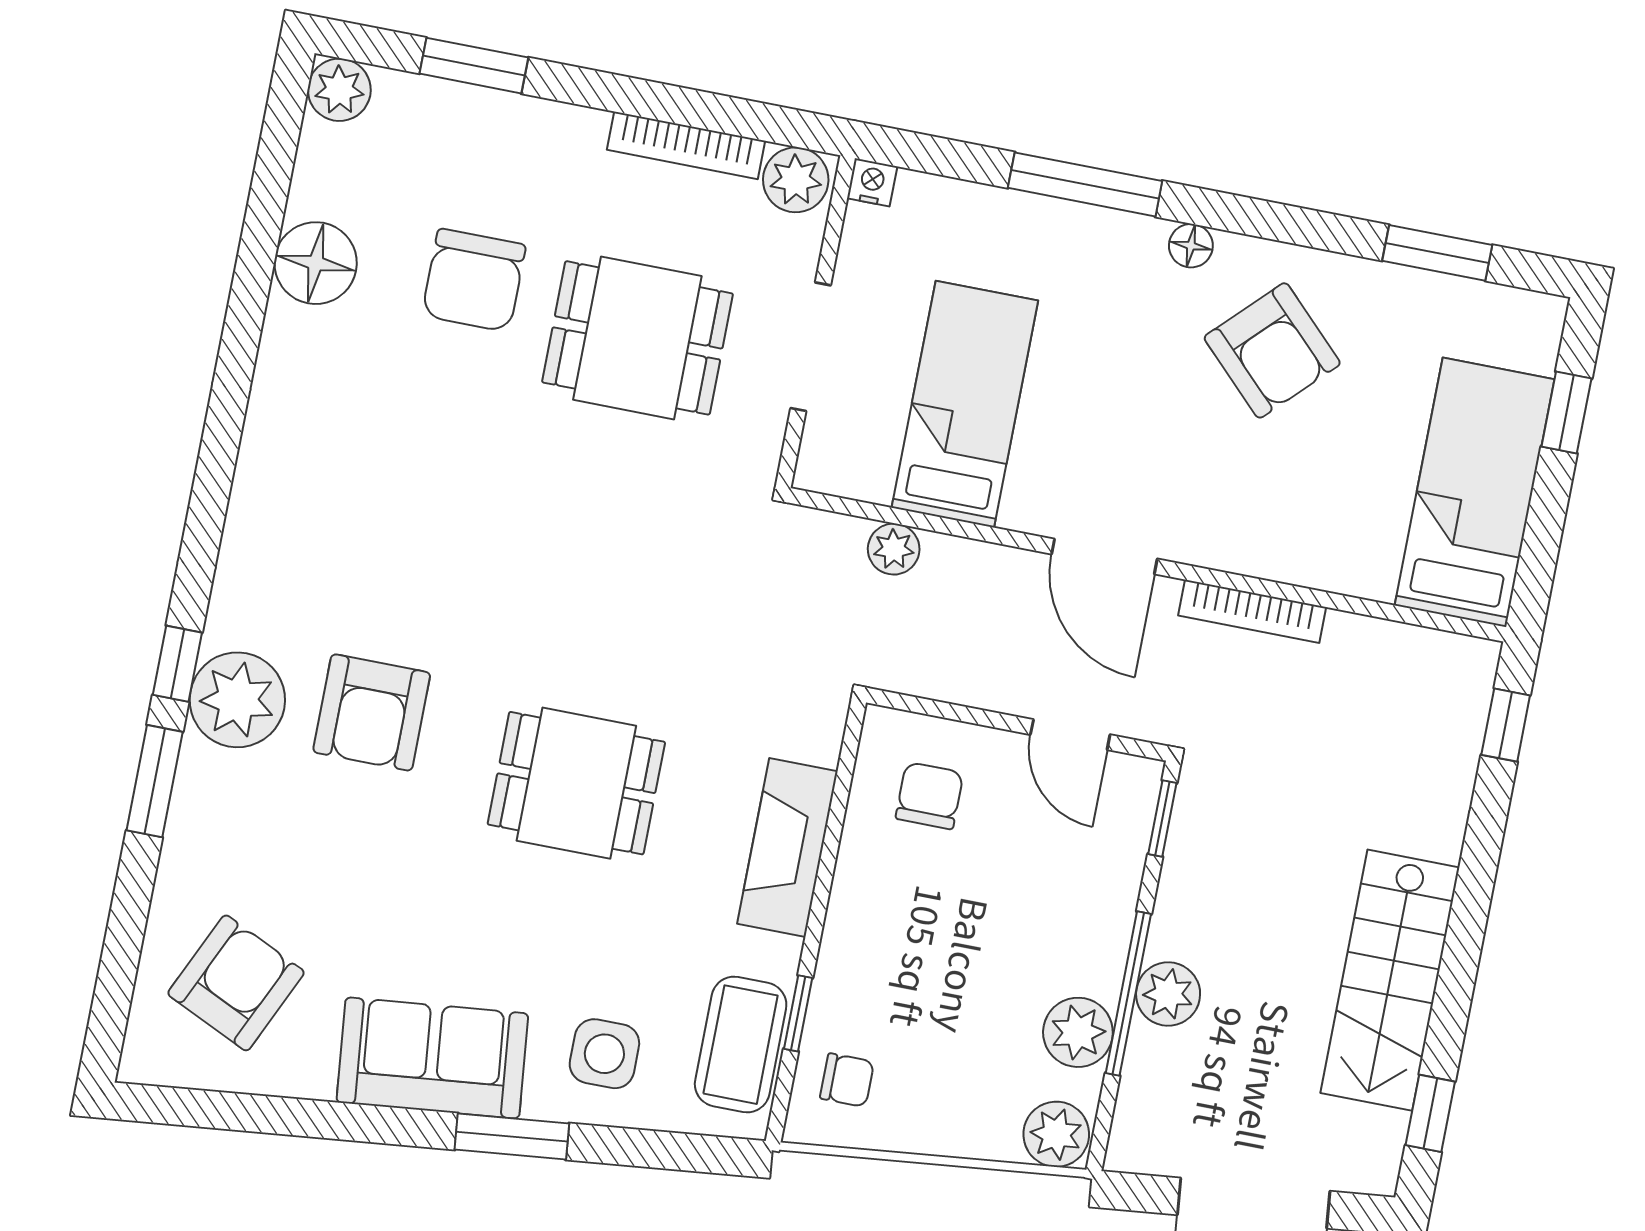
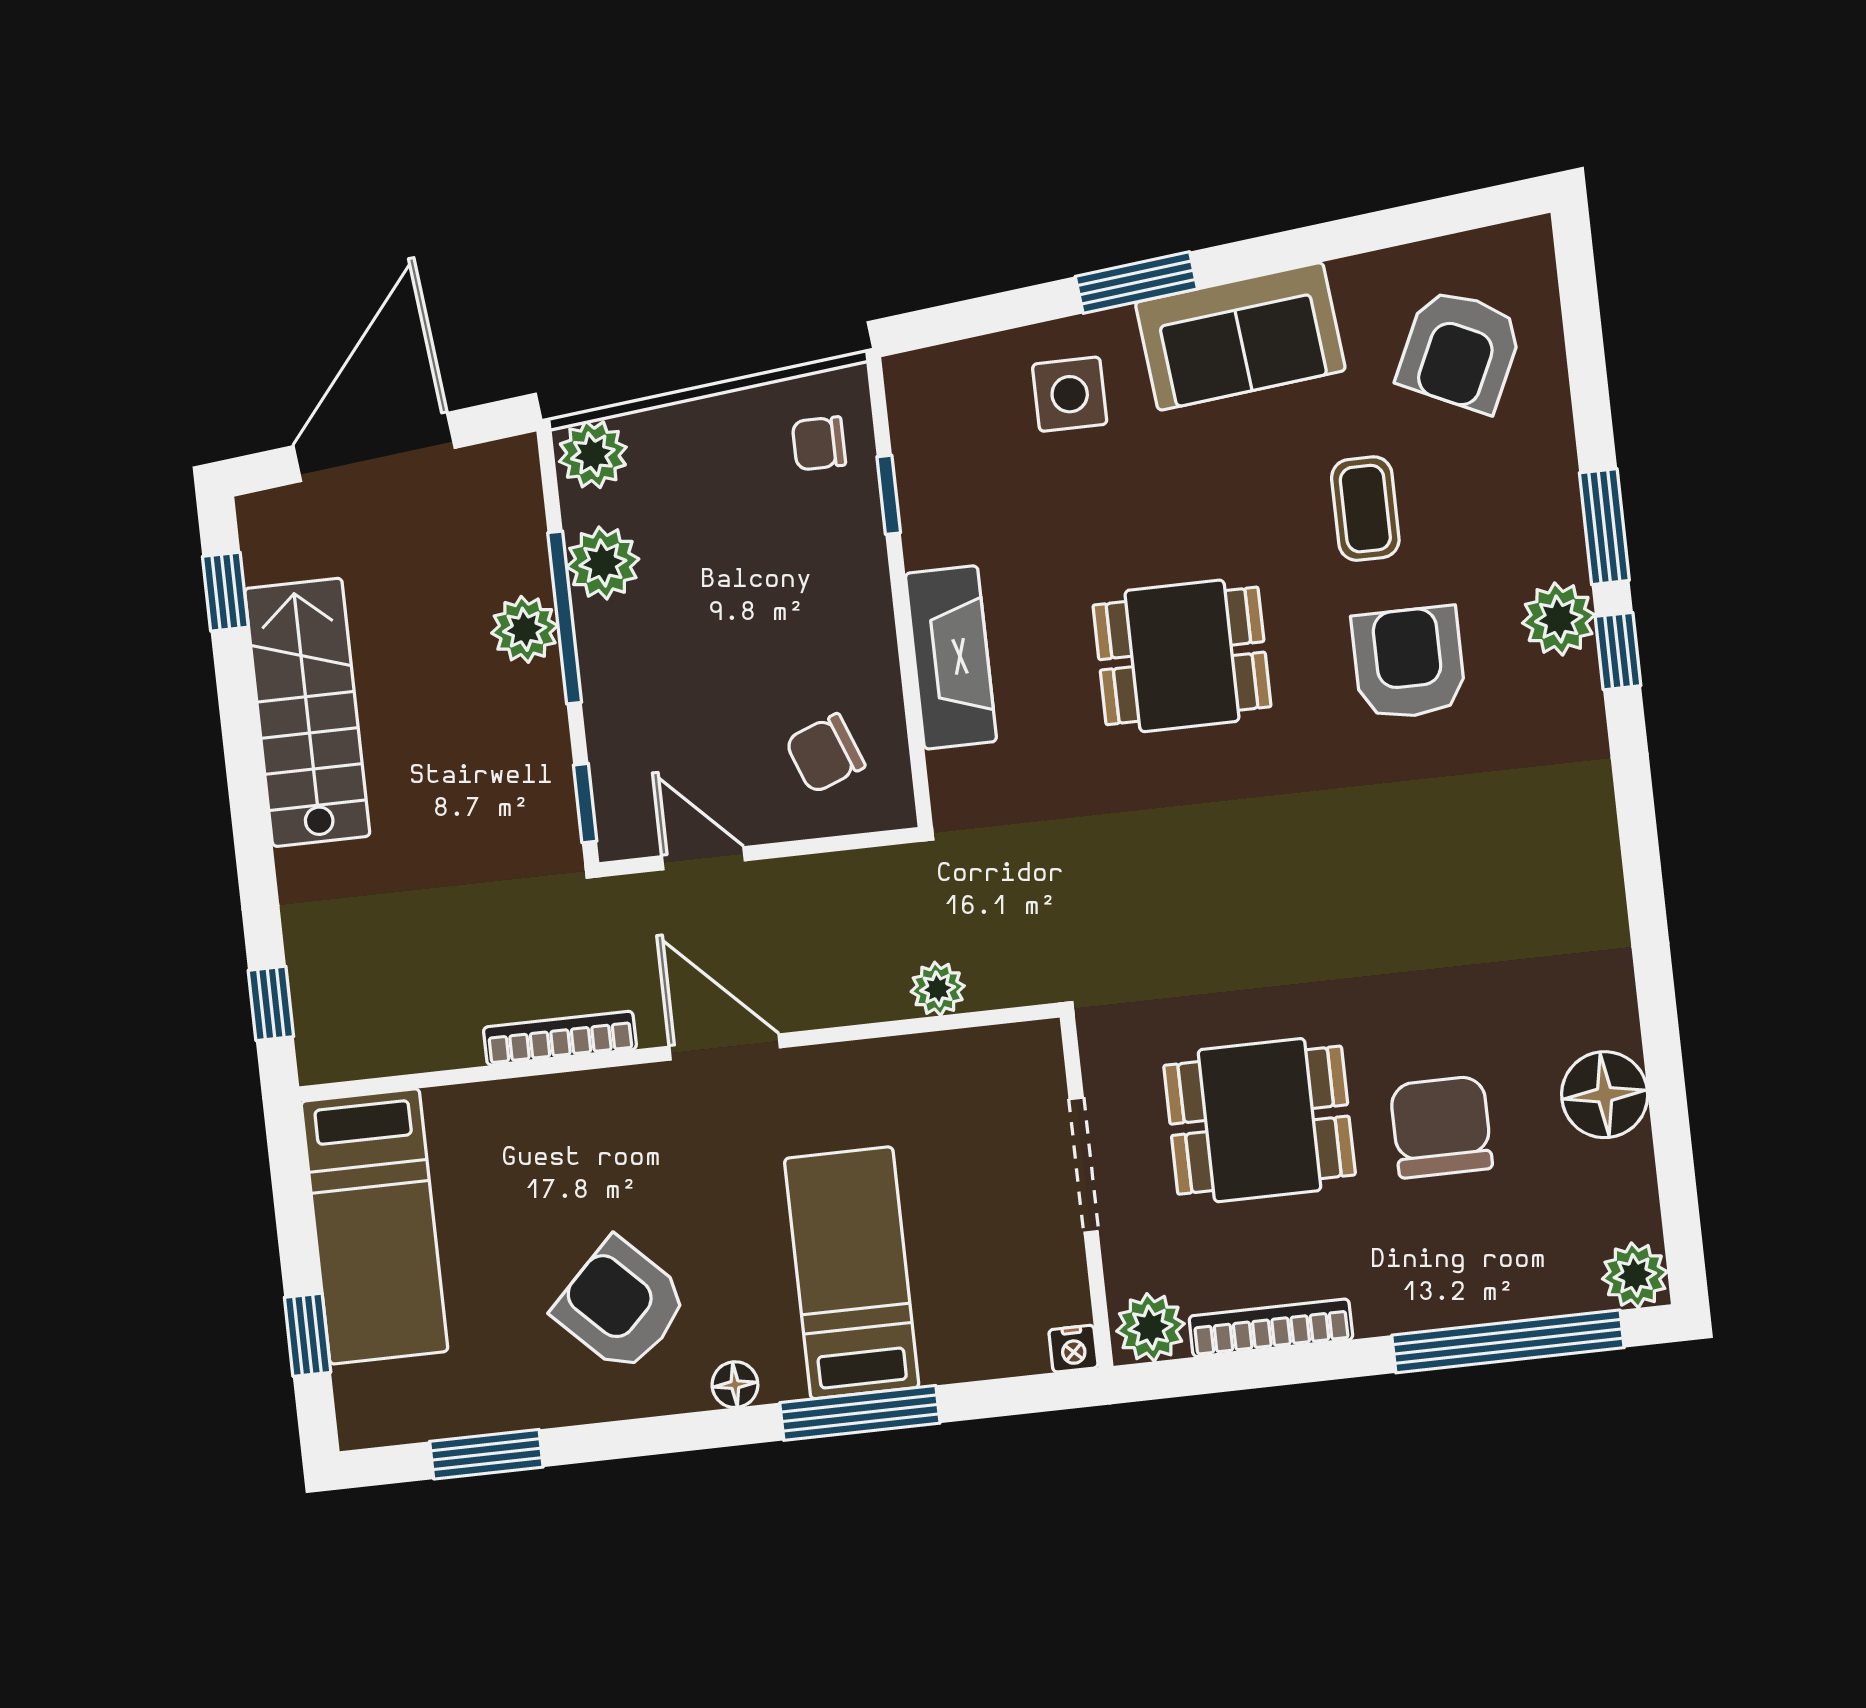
window: (474, 66) -> (1508, 1341), width x2.11
bed: (965, 404) -> (852, 1273), moved, turned 180
plant: (237, 700) -> (1559, 619), width x0.73, depth x0.73
chair: (929, 796) -> (825, 753), turned 69
coffee table: (741, 1045) -> (1365, 509), moved, width x0.73, depth x0.77

